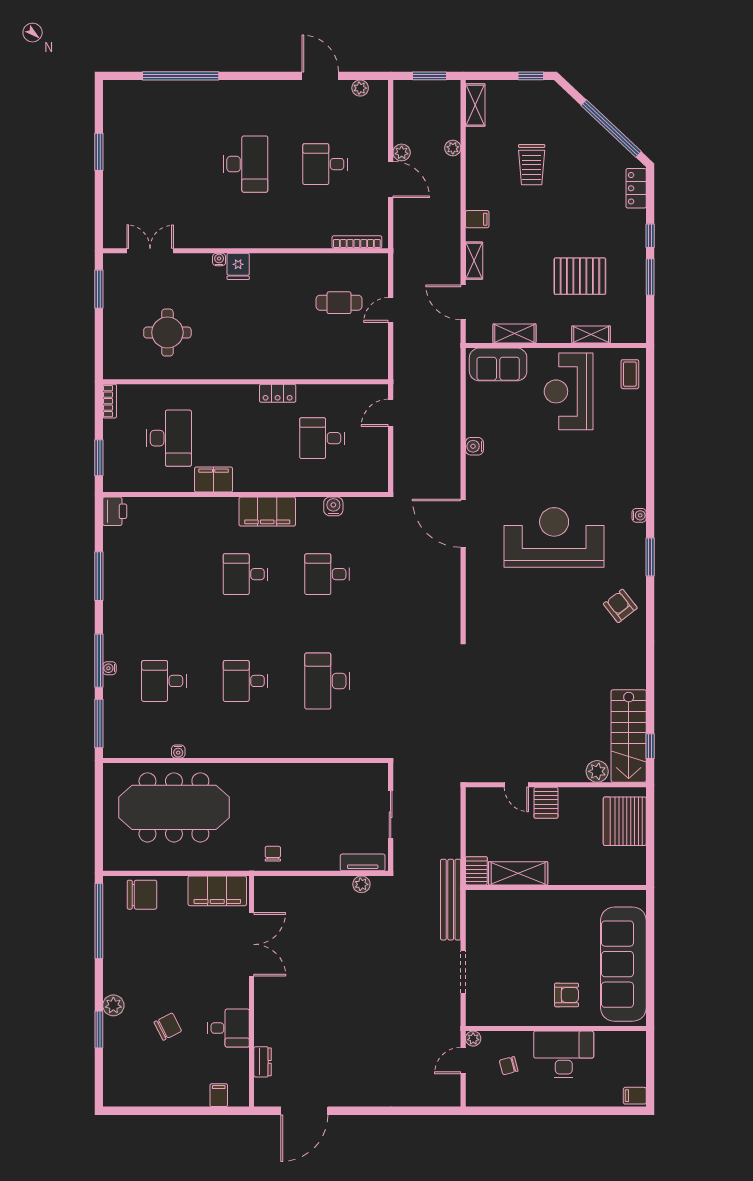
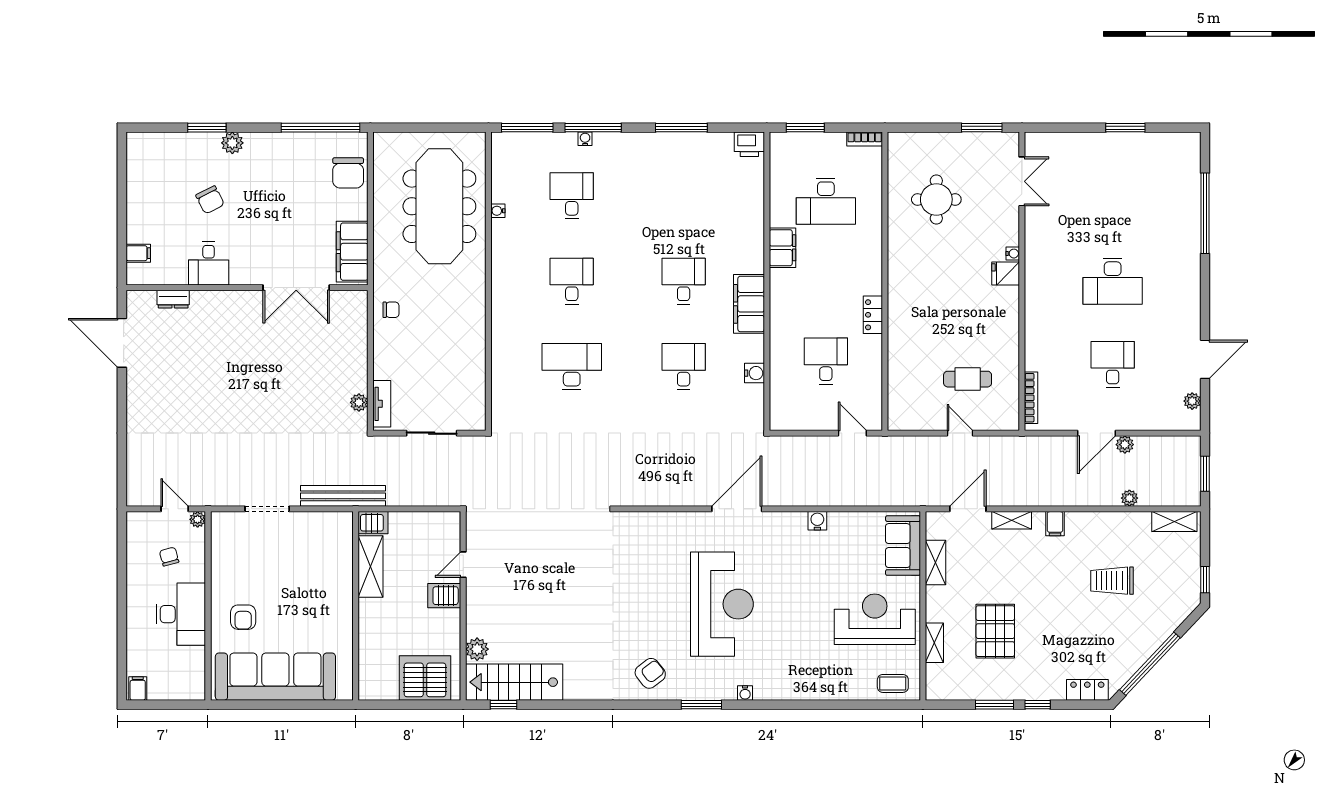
cafe table: (339, 303) -> (968, 379), turned 90

